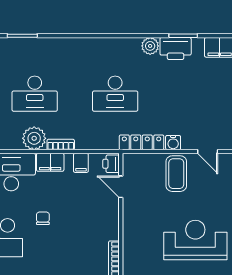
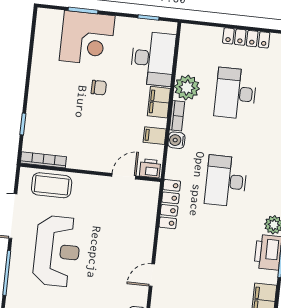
water cooler: (173, 143) -> (176, 140), moved
coffee table: (176, 174) -> (52, 185), moved

